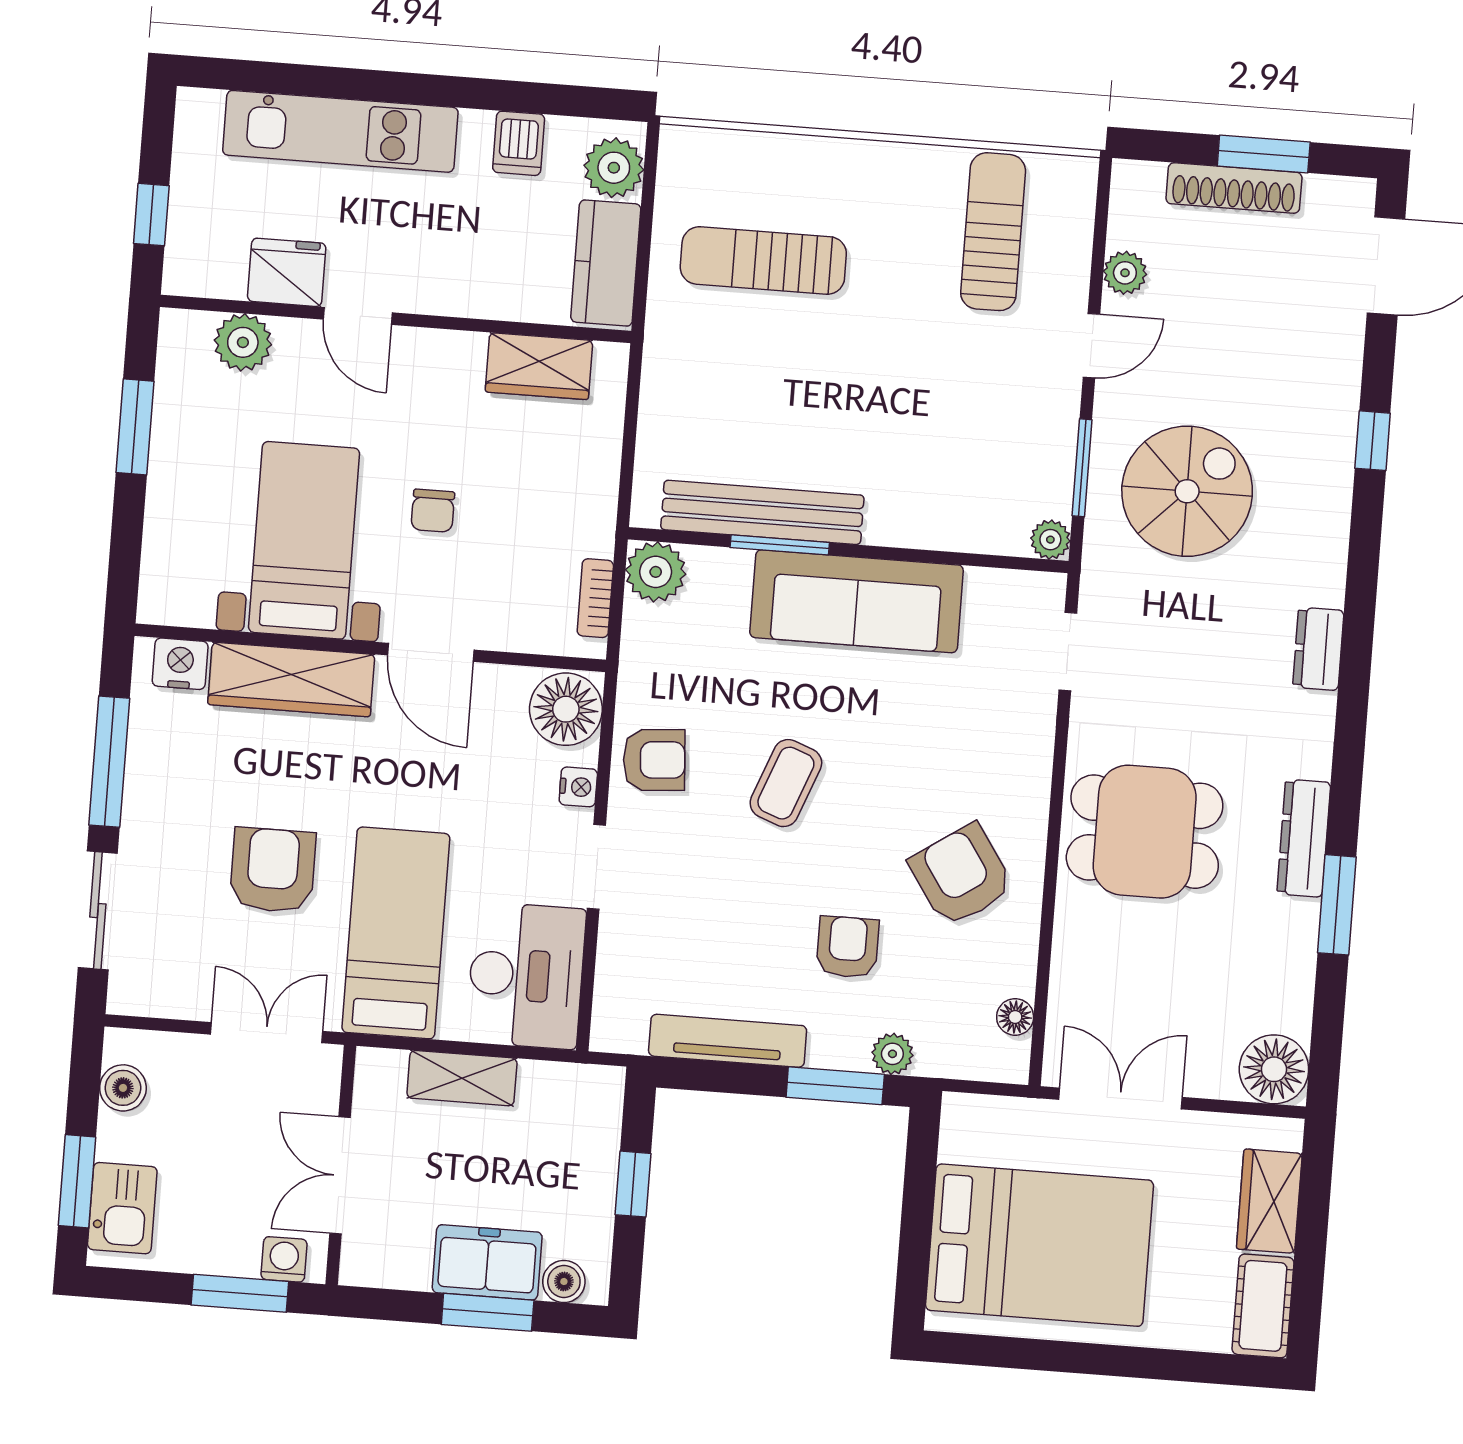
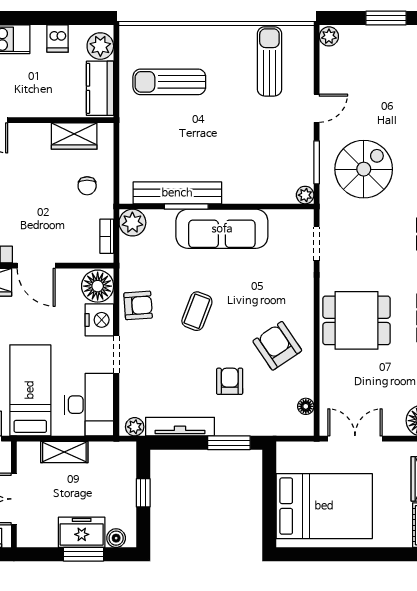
shoe rack: (1234, 188) -> (374, 34), removed
plant: (1125, 273) -> (329, 36), moved
chair: (433, 511) -> (87, 186), moved
nightstand: (578, 787) -> (99, 320), width x1.89, depth x1.79
plant: (892, 1054) -> (135, 427), moved

